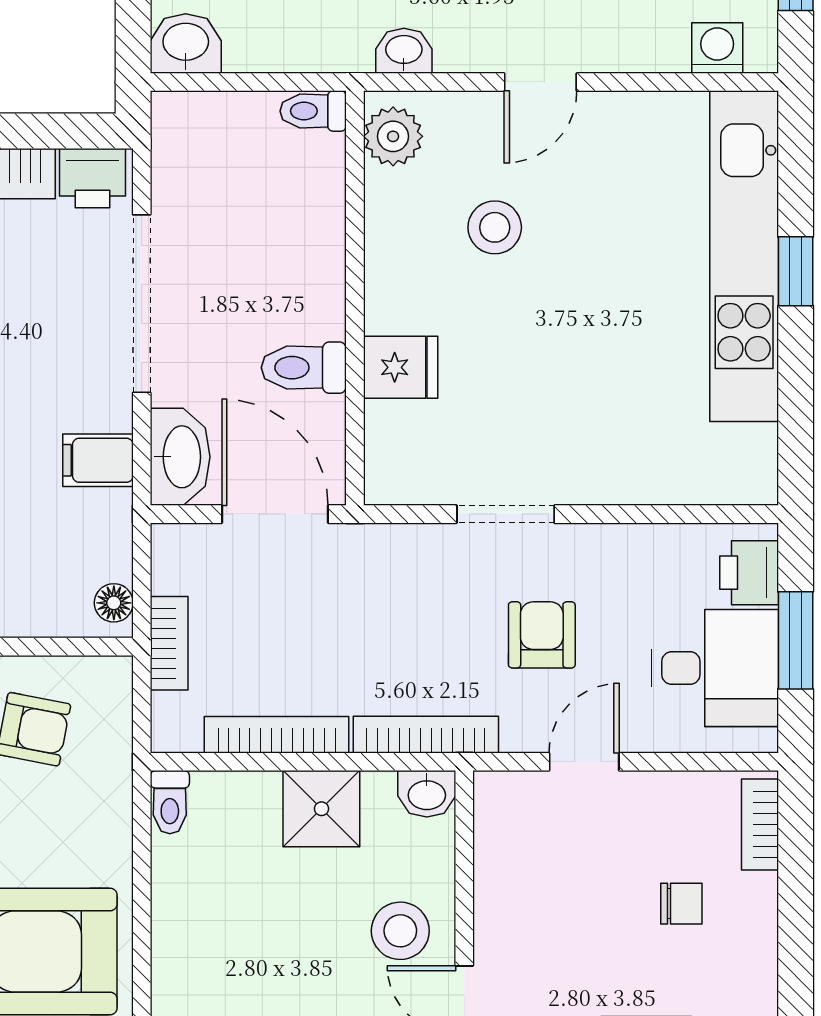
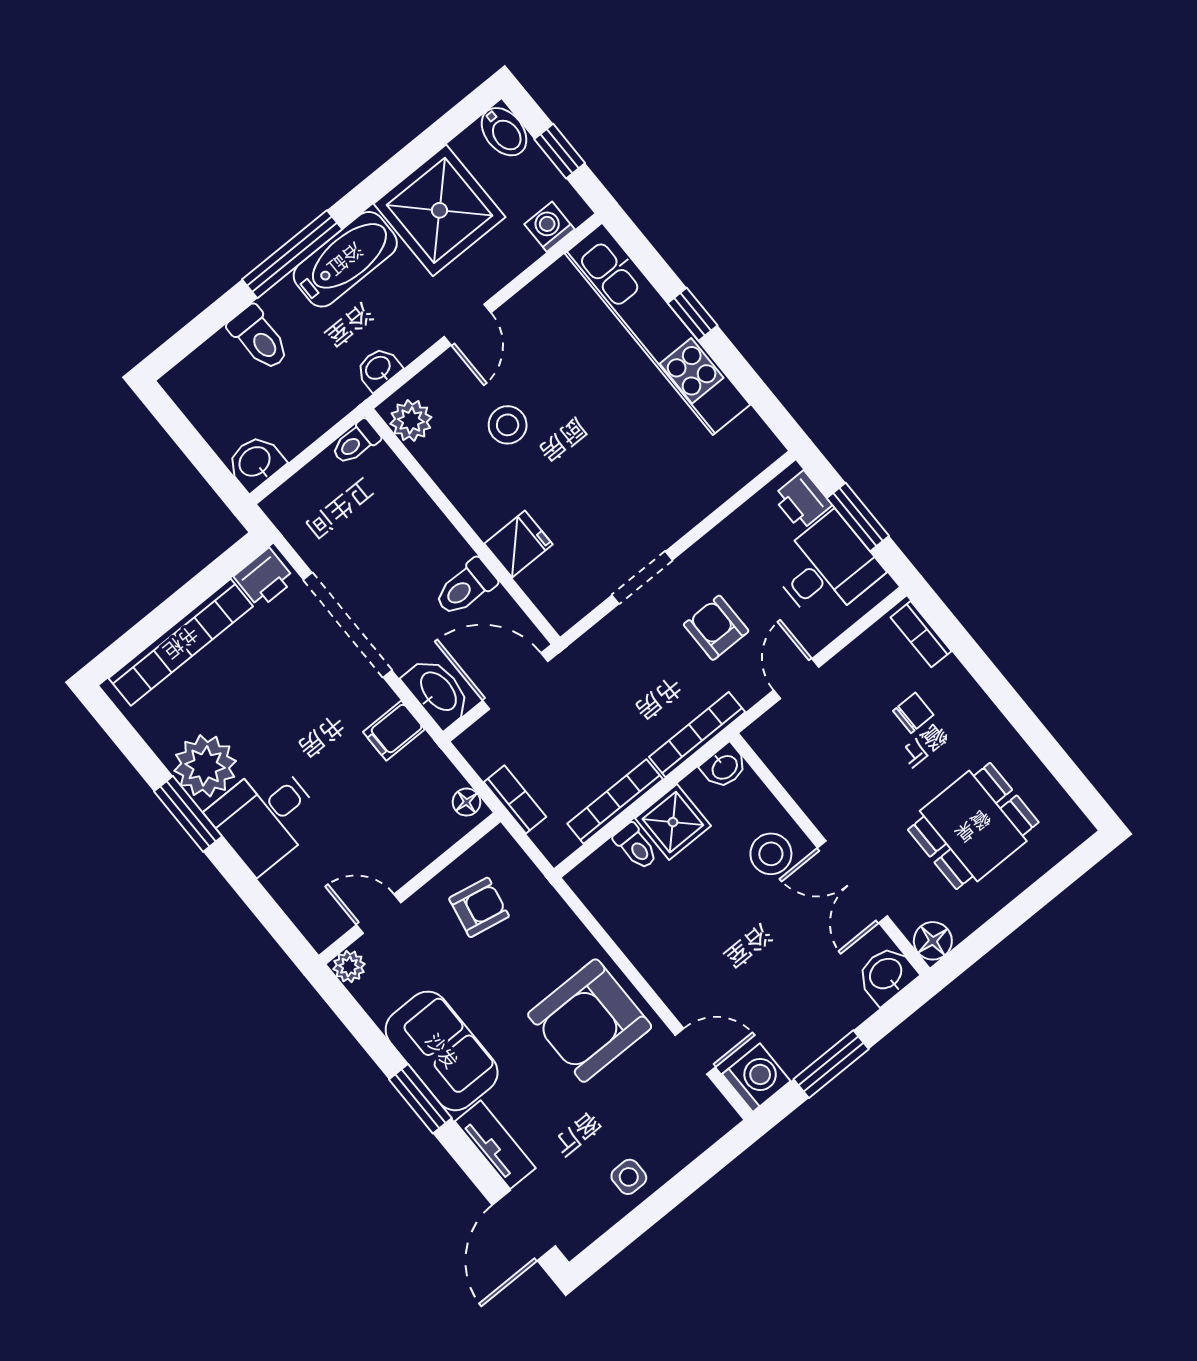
toilet: (170, 802) -> (636, 846), moved

